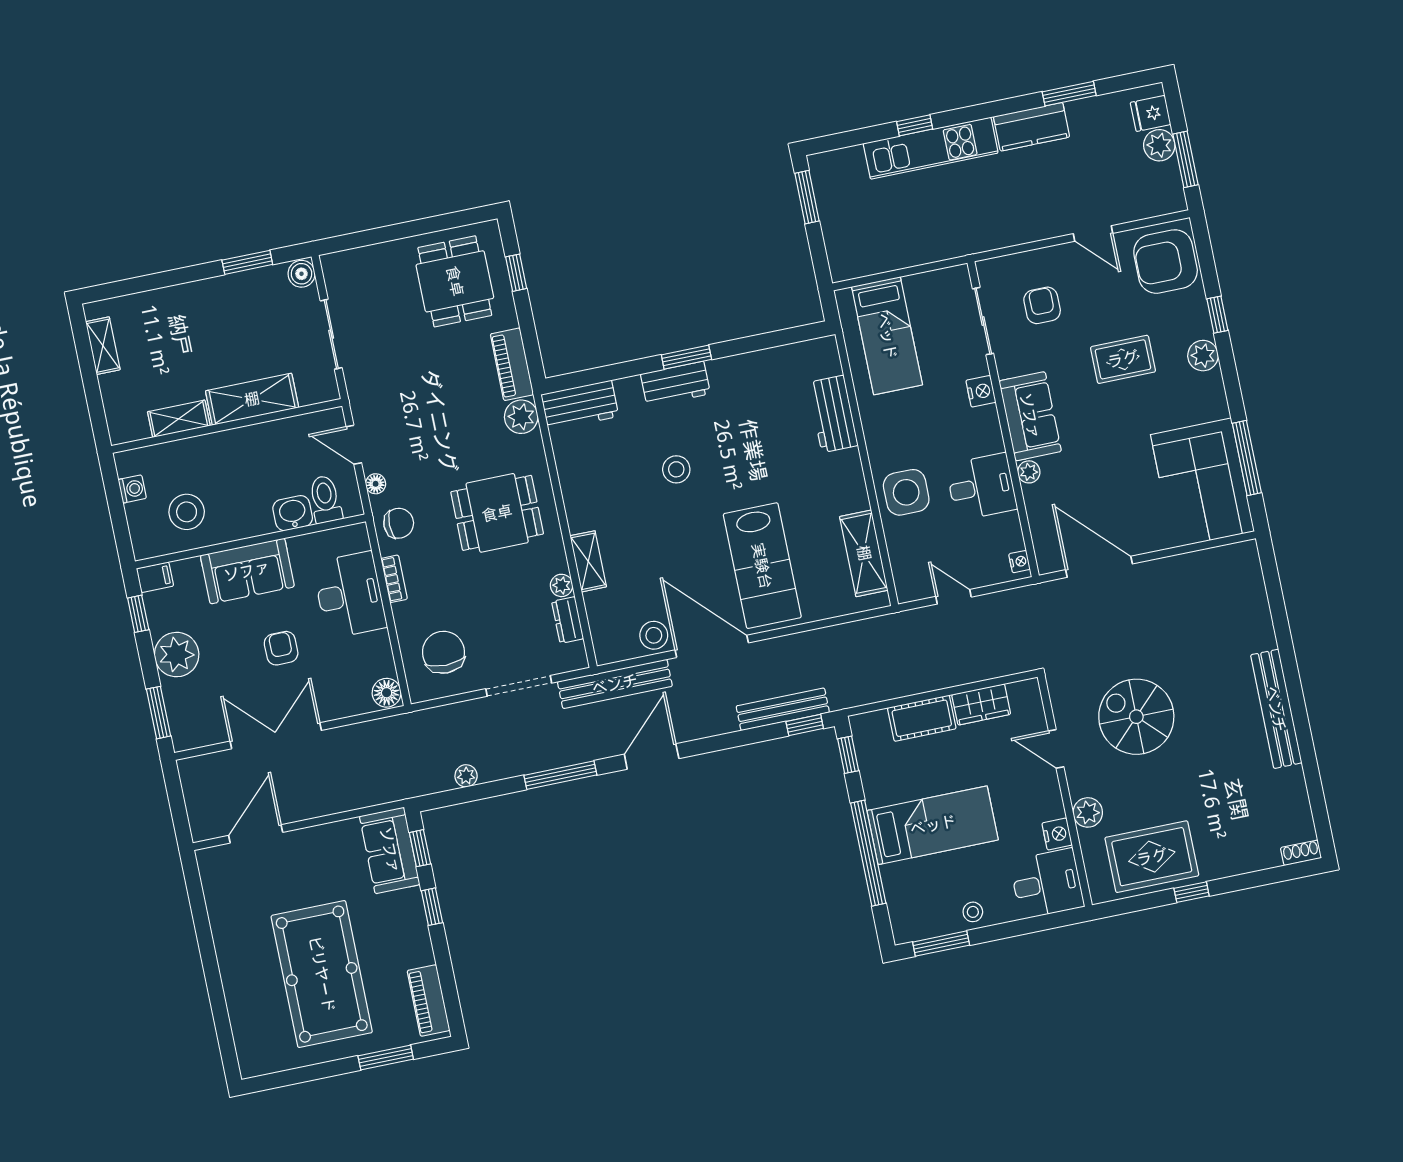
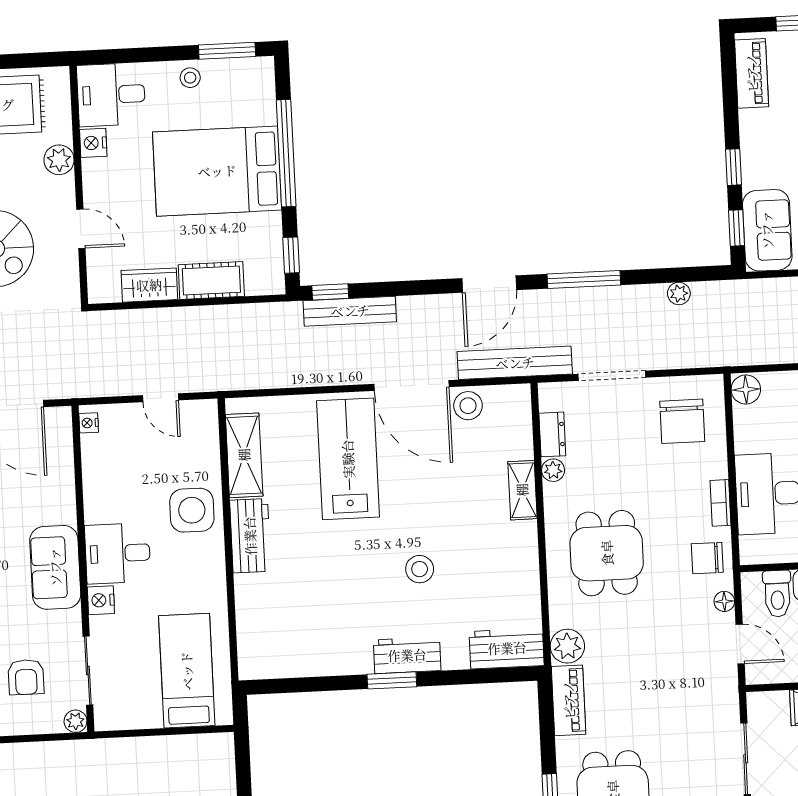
workbench: (833, 414) -> (250, 536), moved
plant: (1029, 472) -> (76, 721), moved
desk: (982, 487) -> (118, 553), moved
dining table: (497, 513) -> (607, 553), turned 90
bed: (933, 825) -> (217, 171), width x1.50

